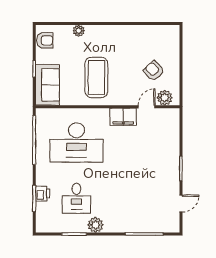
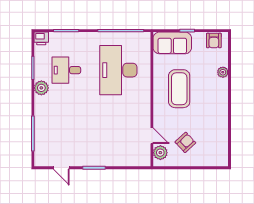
coffee table: (96, 77) -> (179, 89), turned 90
filing cabinet: (123, 117) -> (142, 114), removed
printer: (43, 194) -> (41, 38), moved

